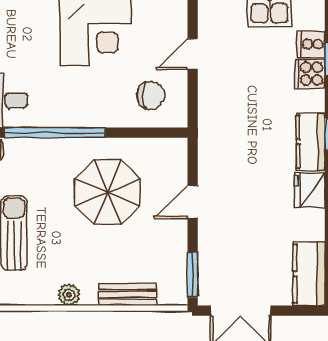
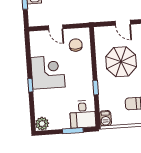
window: (55, 133) -> (96, 88), width x0.32

